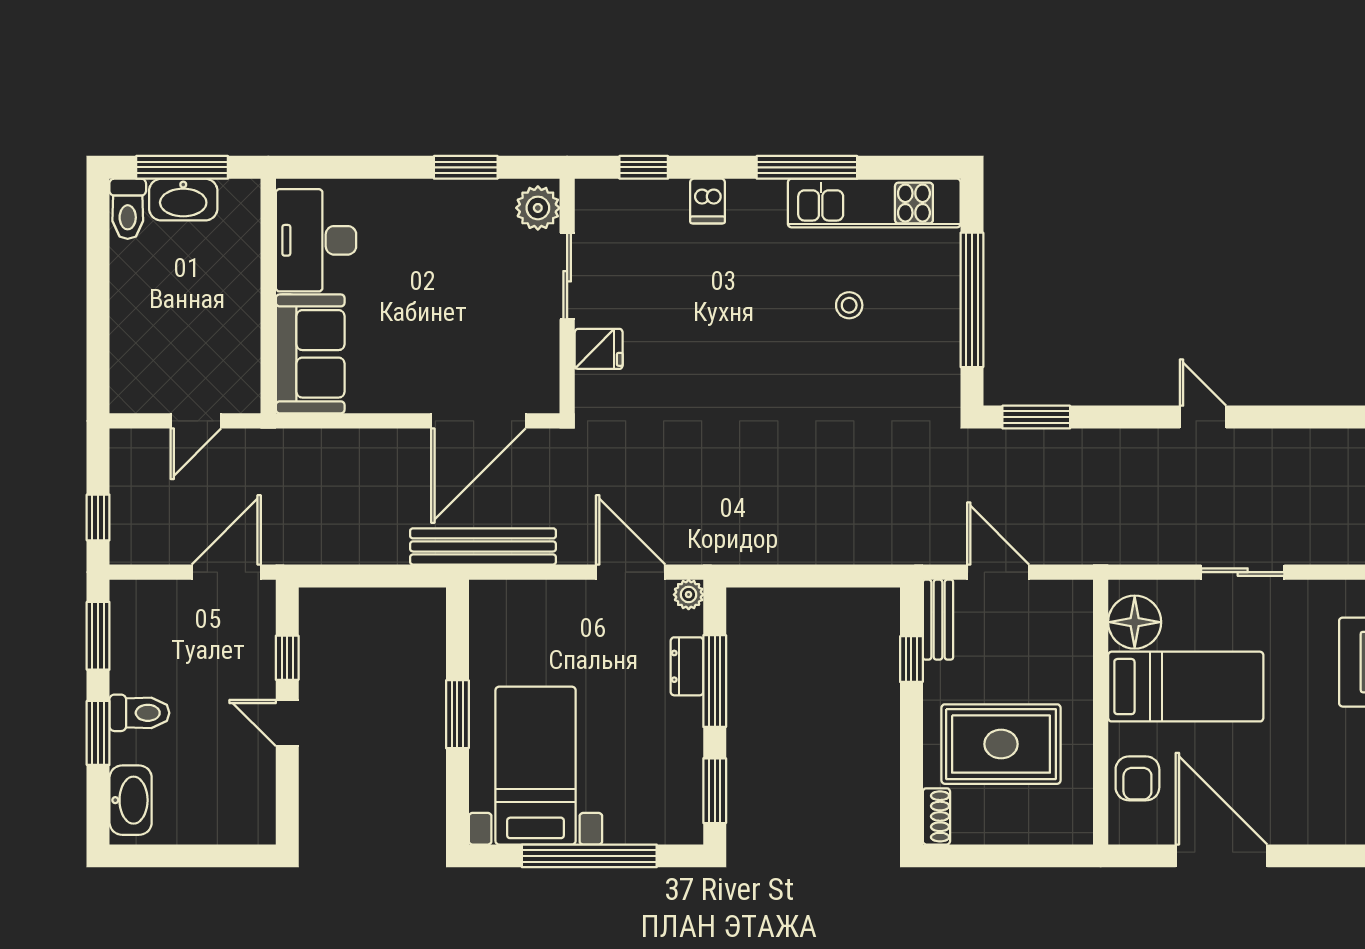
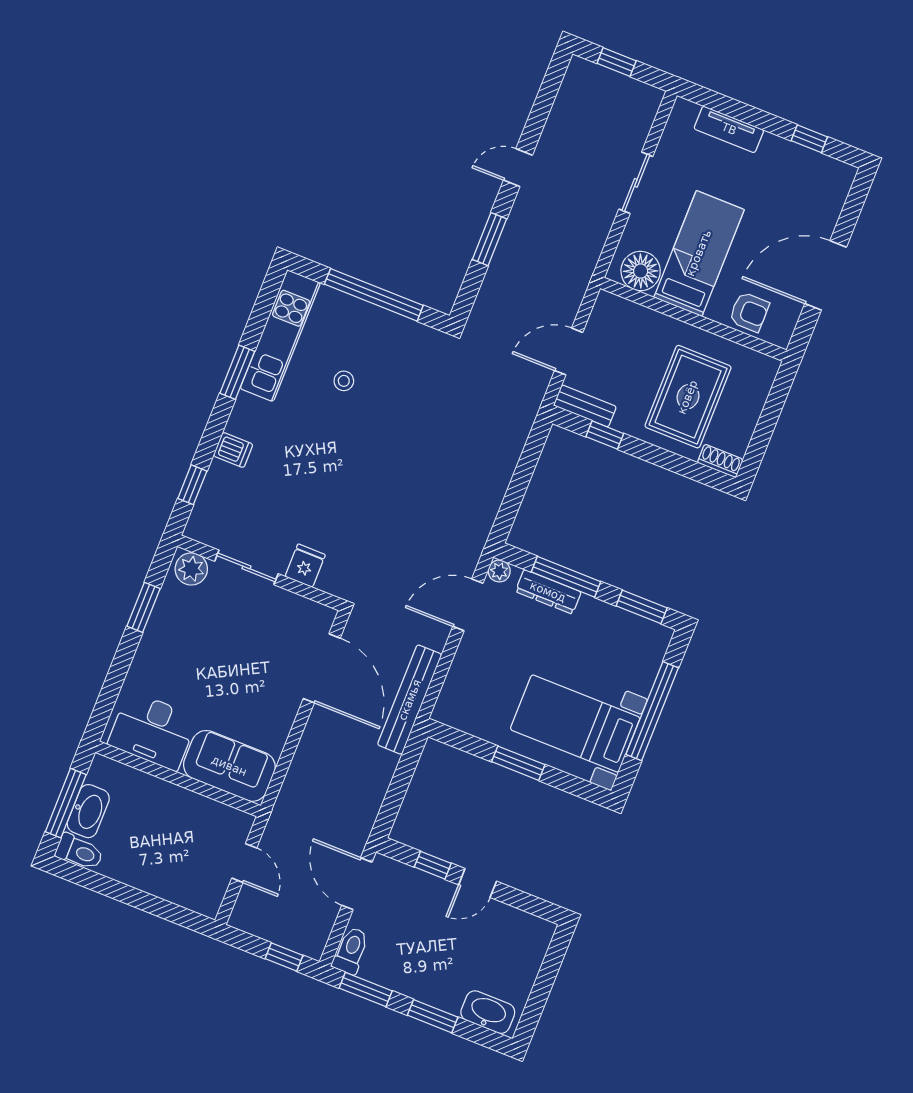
window: (807, 167) -> (237, 372), width x0.69
window: (1036, 417) -> (490, 239), moved
dresser: (687, 666) -> (548, 592), width x1.44
toilet: (139, 713) -> (351, 951), moved

